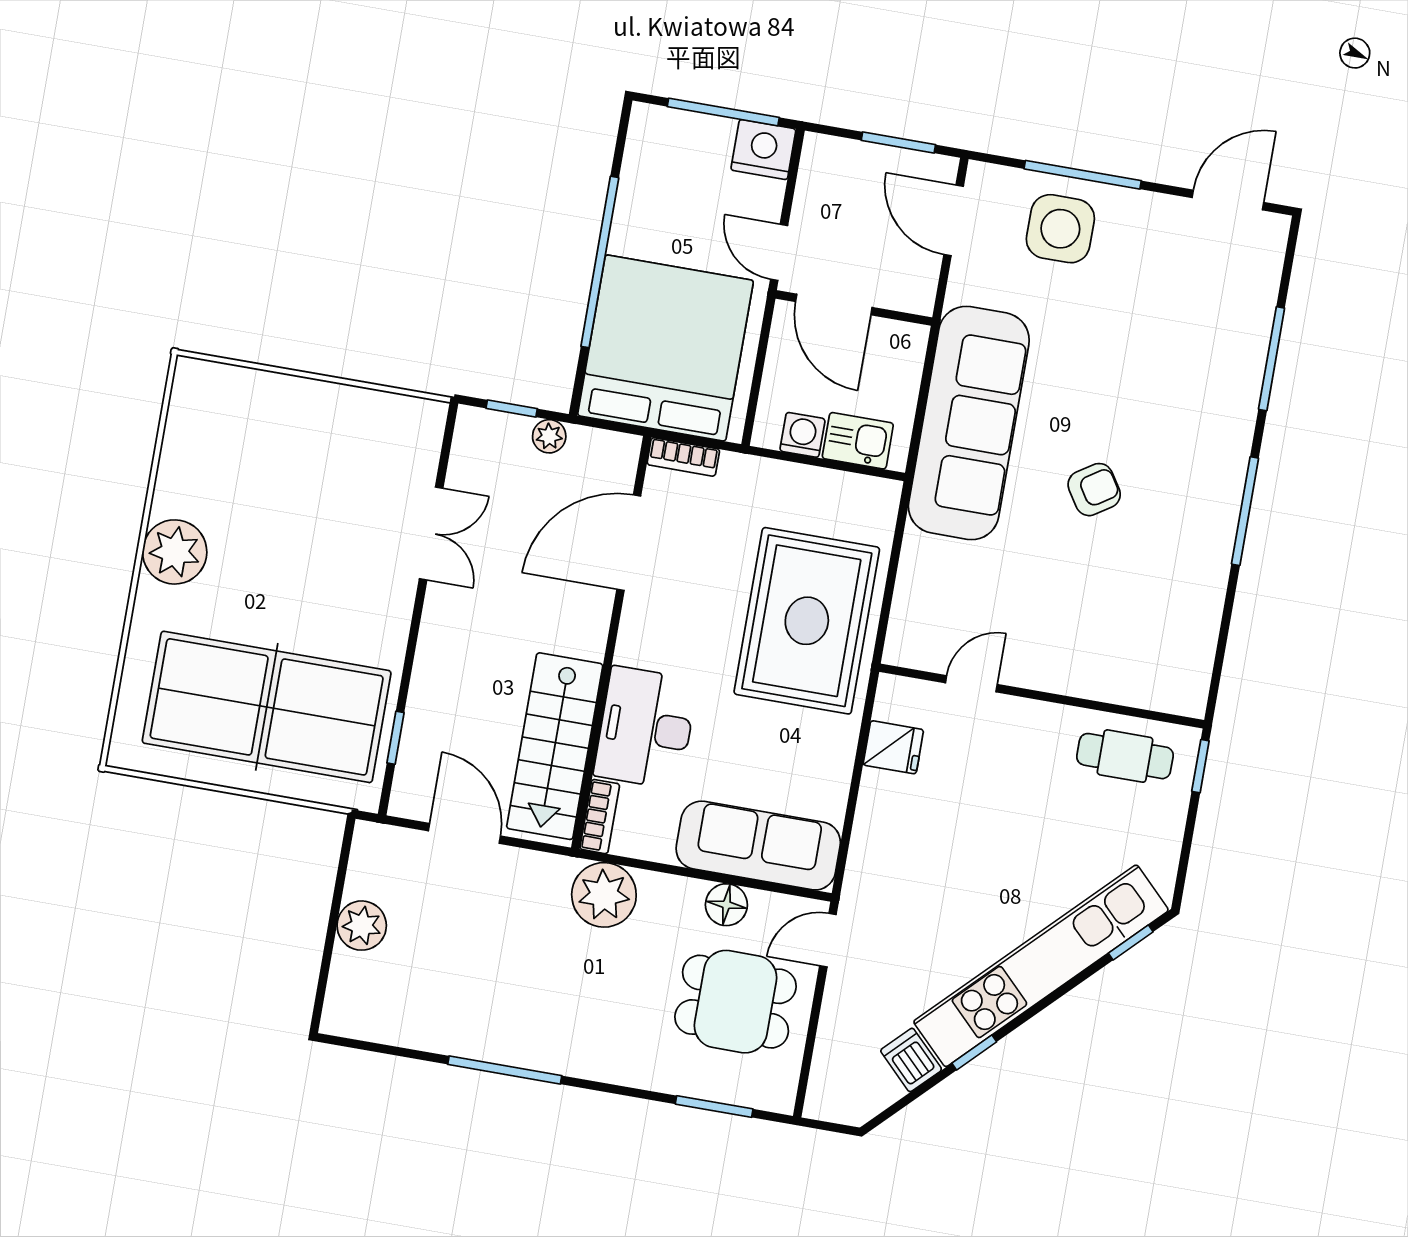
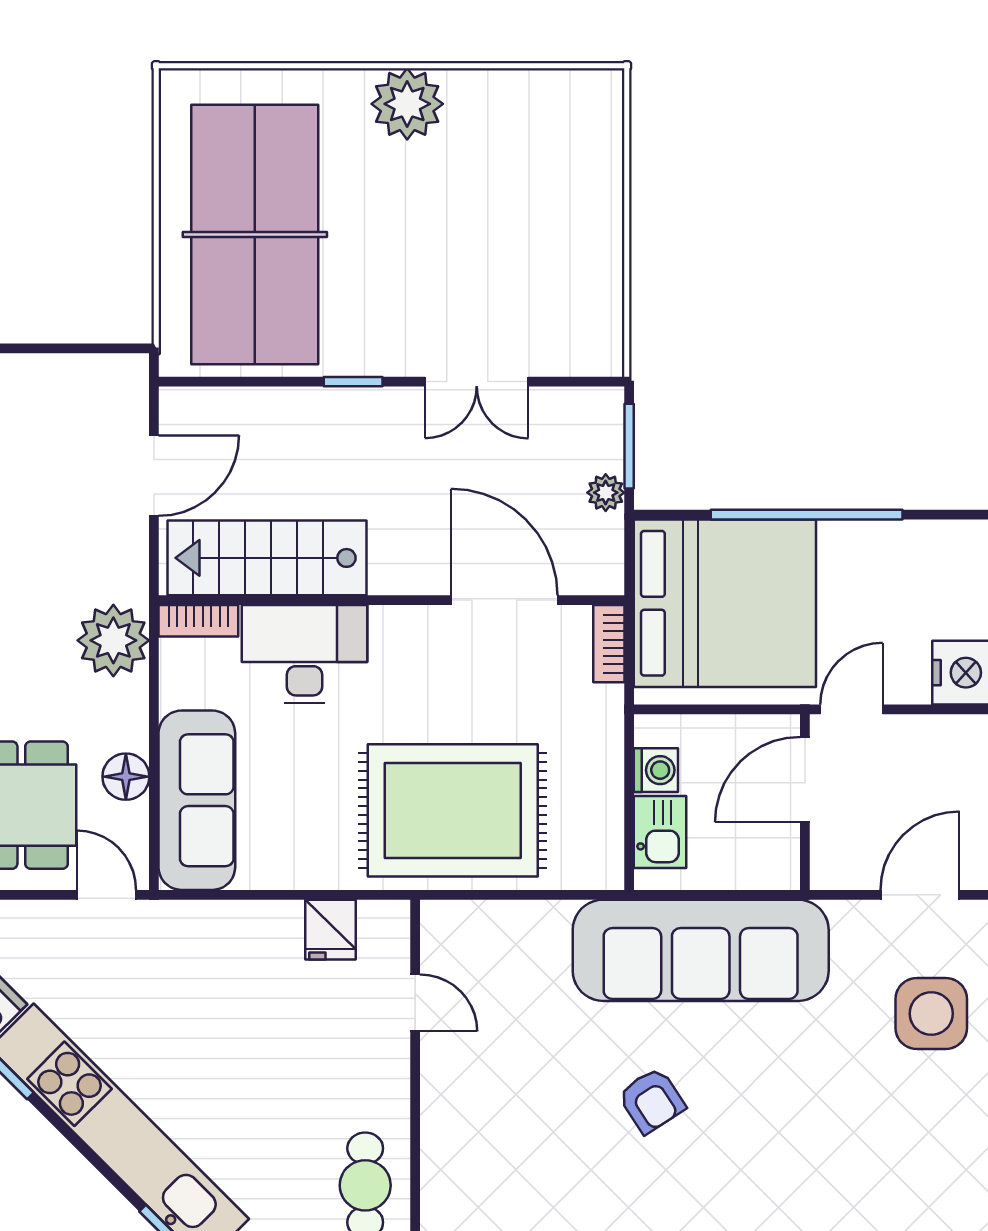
window: (512, 409) -> (629, 446), width x1.50
window: (395, 738) -> (353, 382), moved
plant: (362, 926) -> (33, 381), removed

